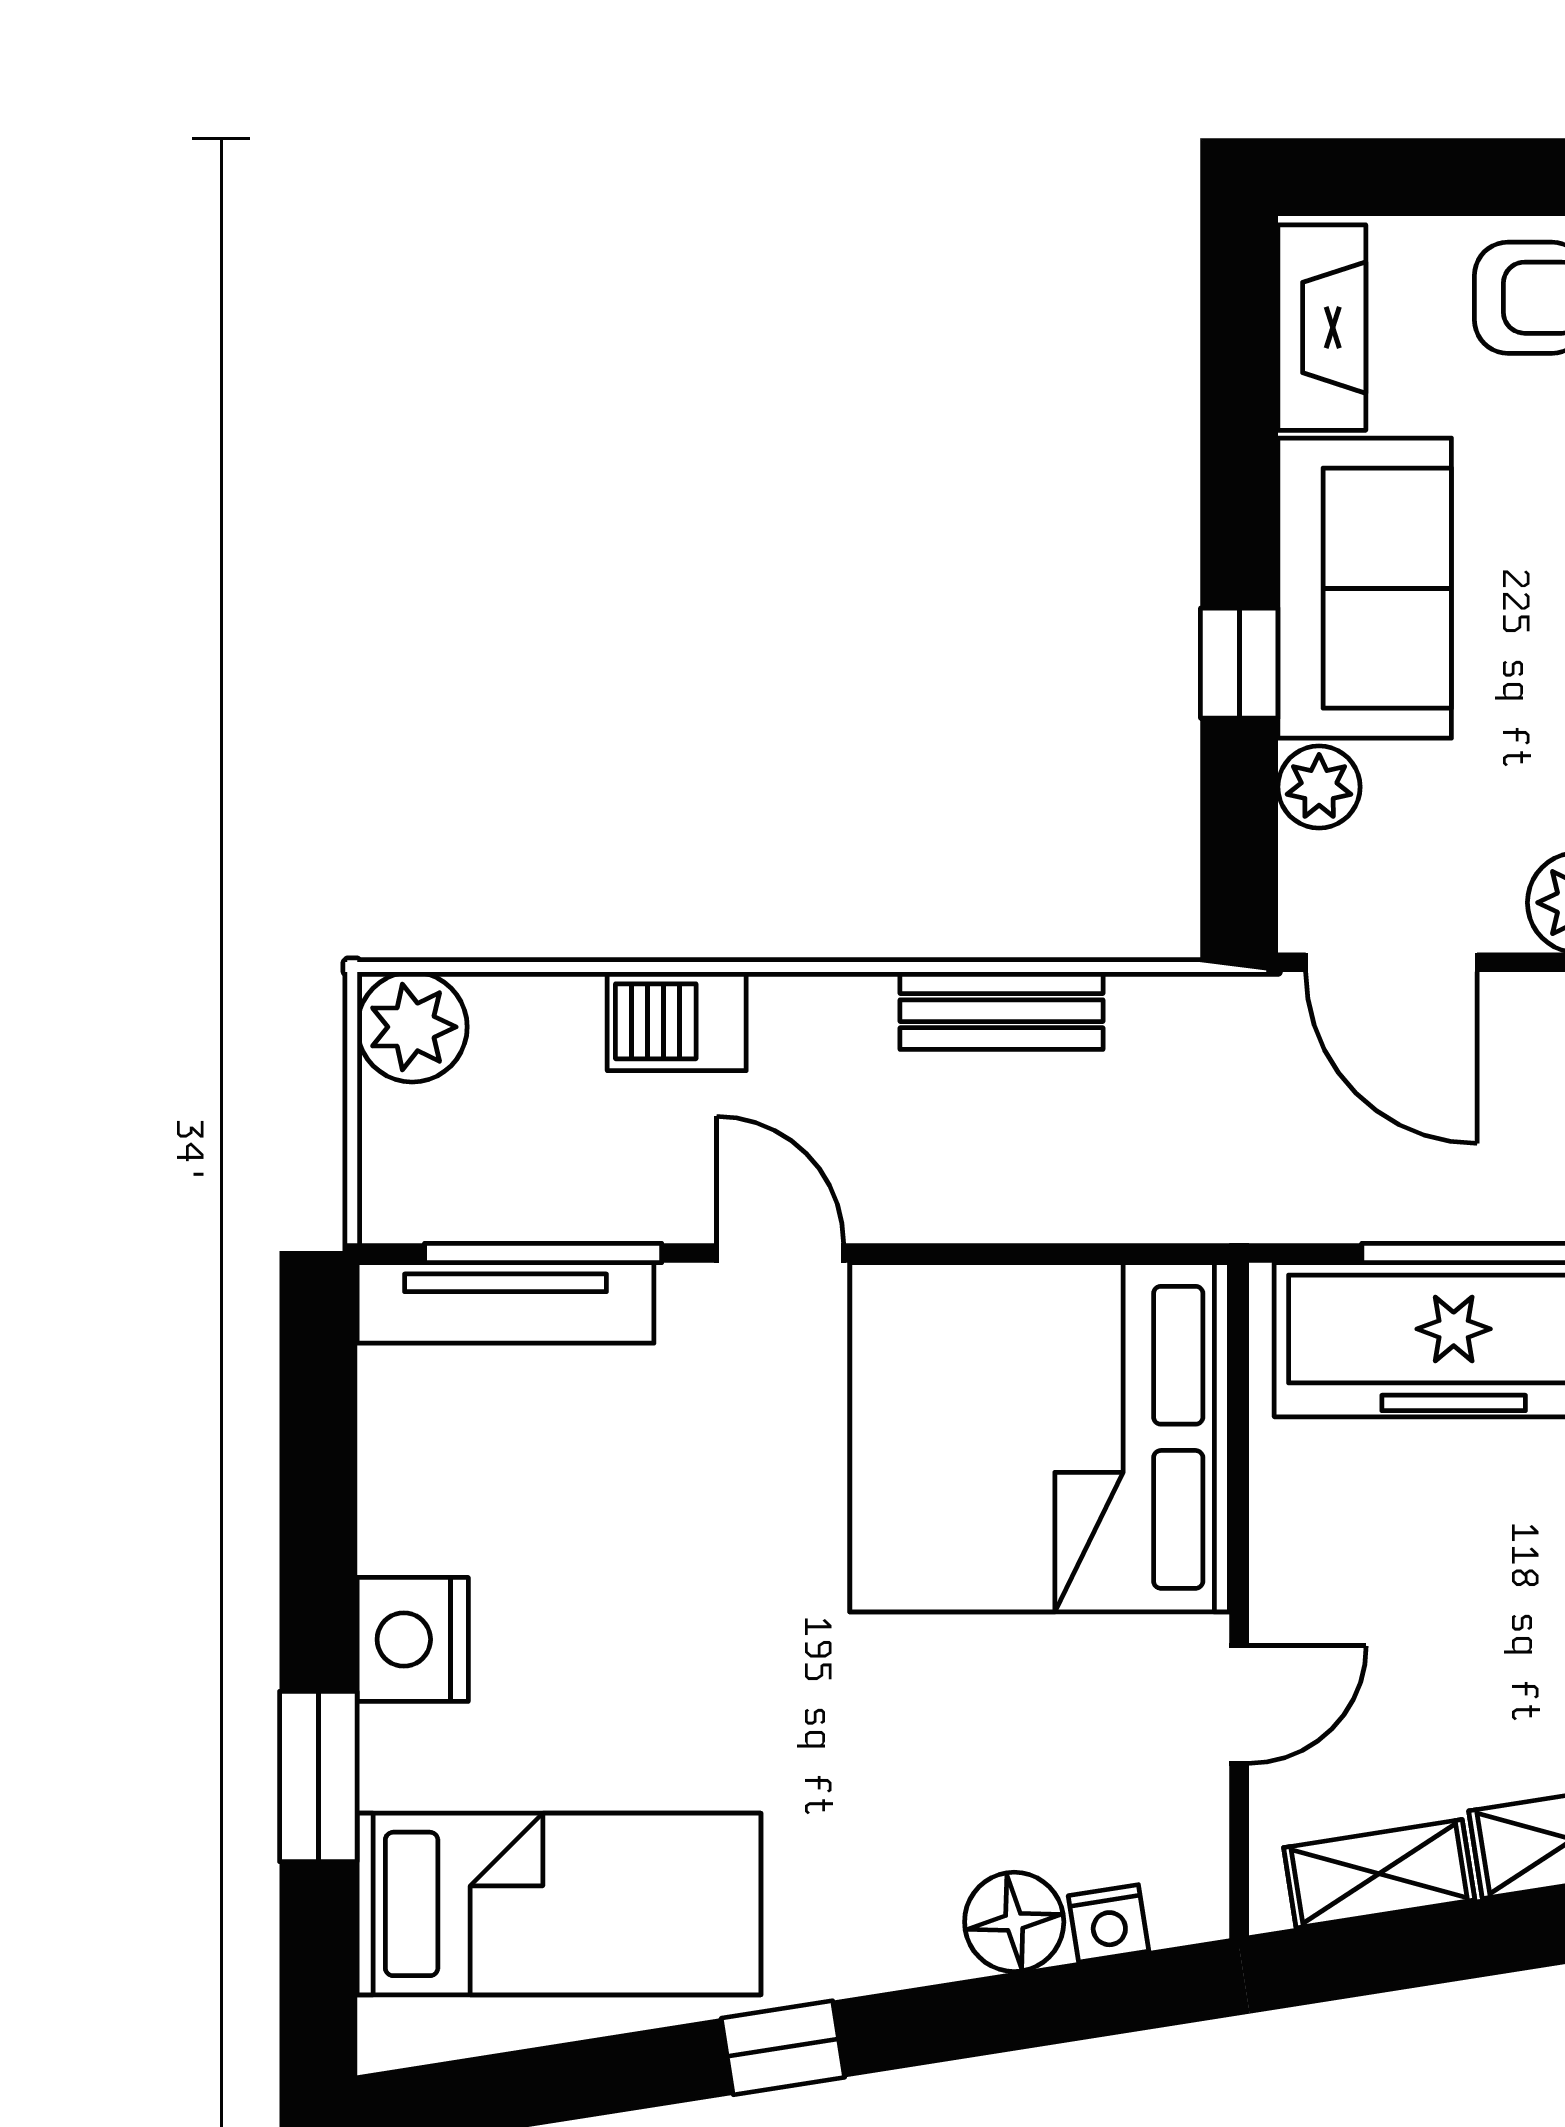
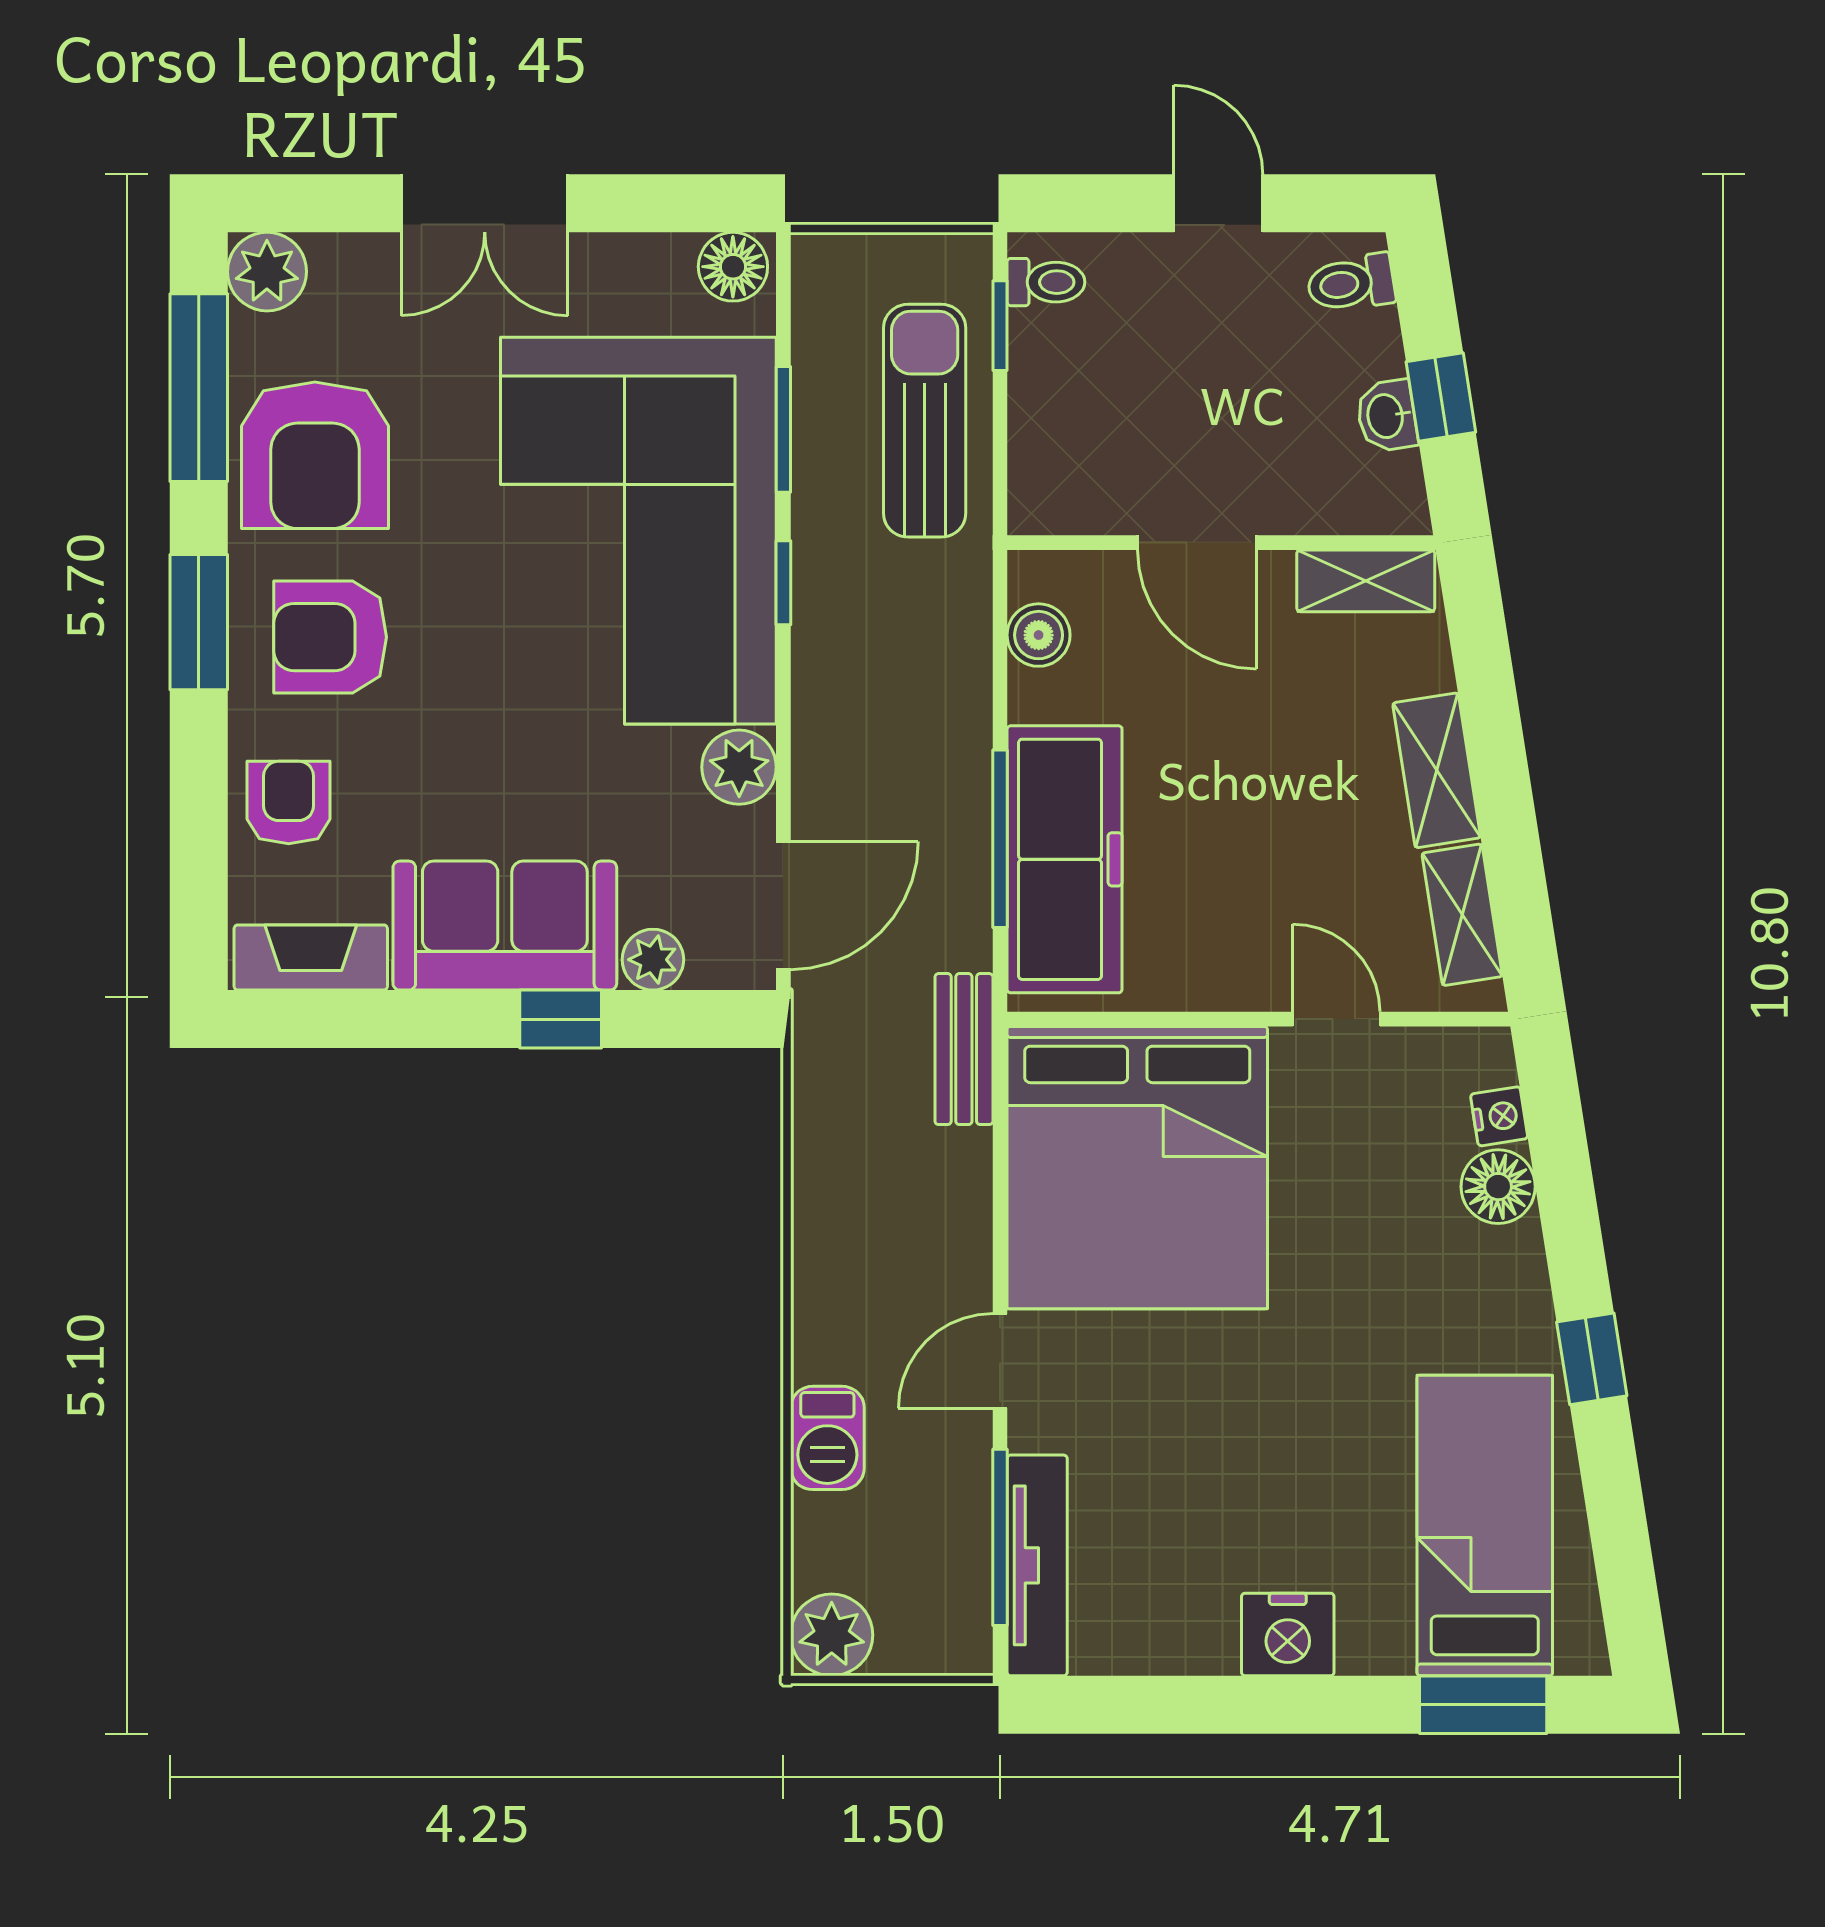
bench: (1002, 1011) -> (964, 1049), moved
window: (318, 1776) -> (1483, 1705), moved

